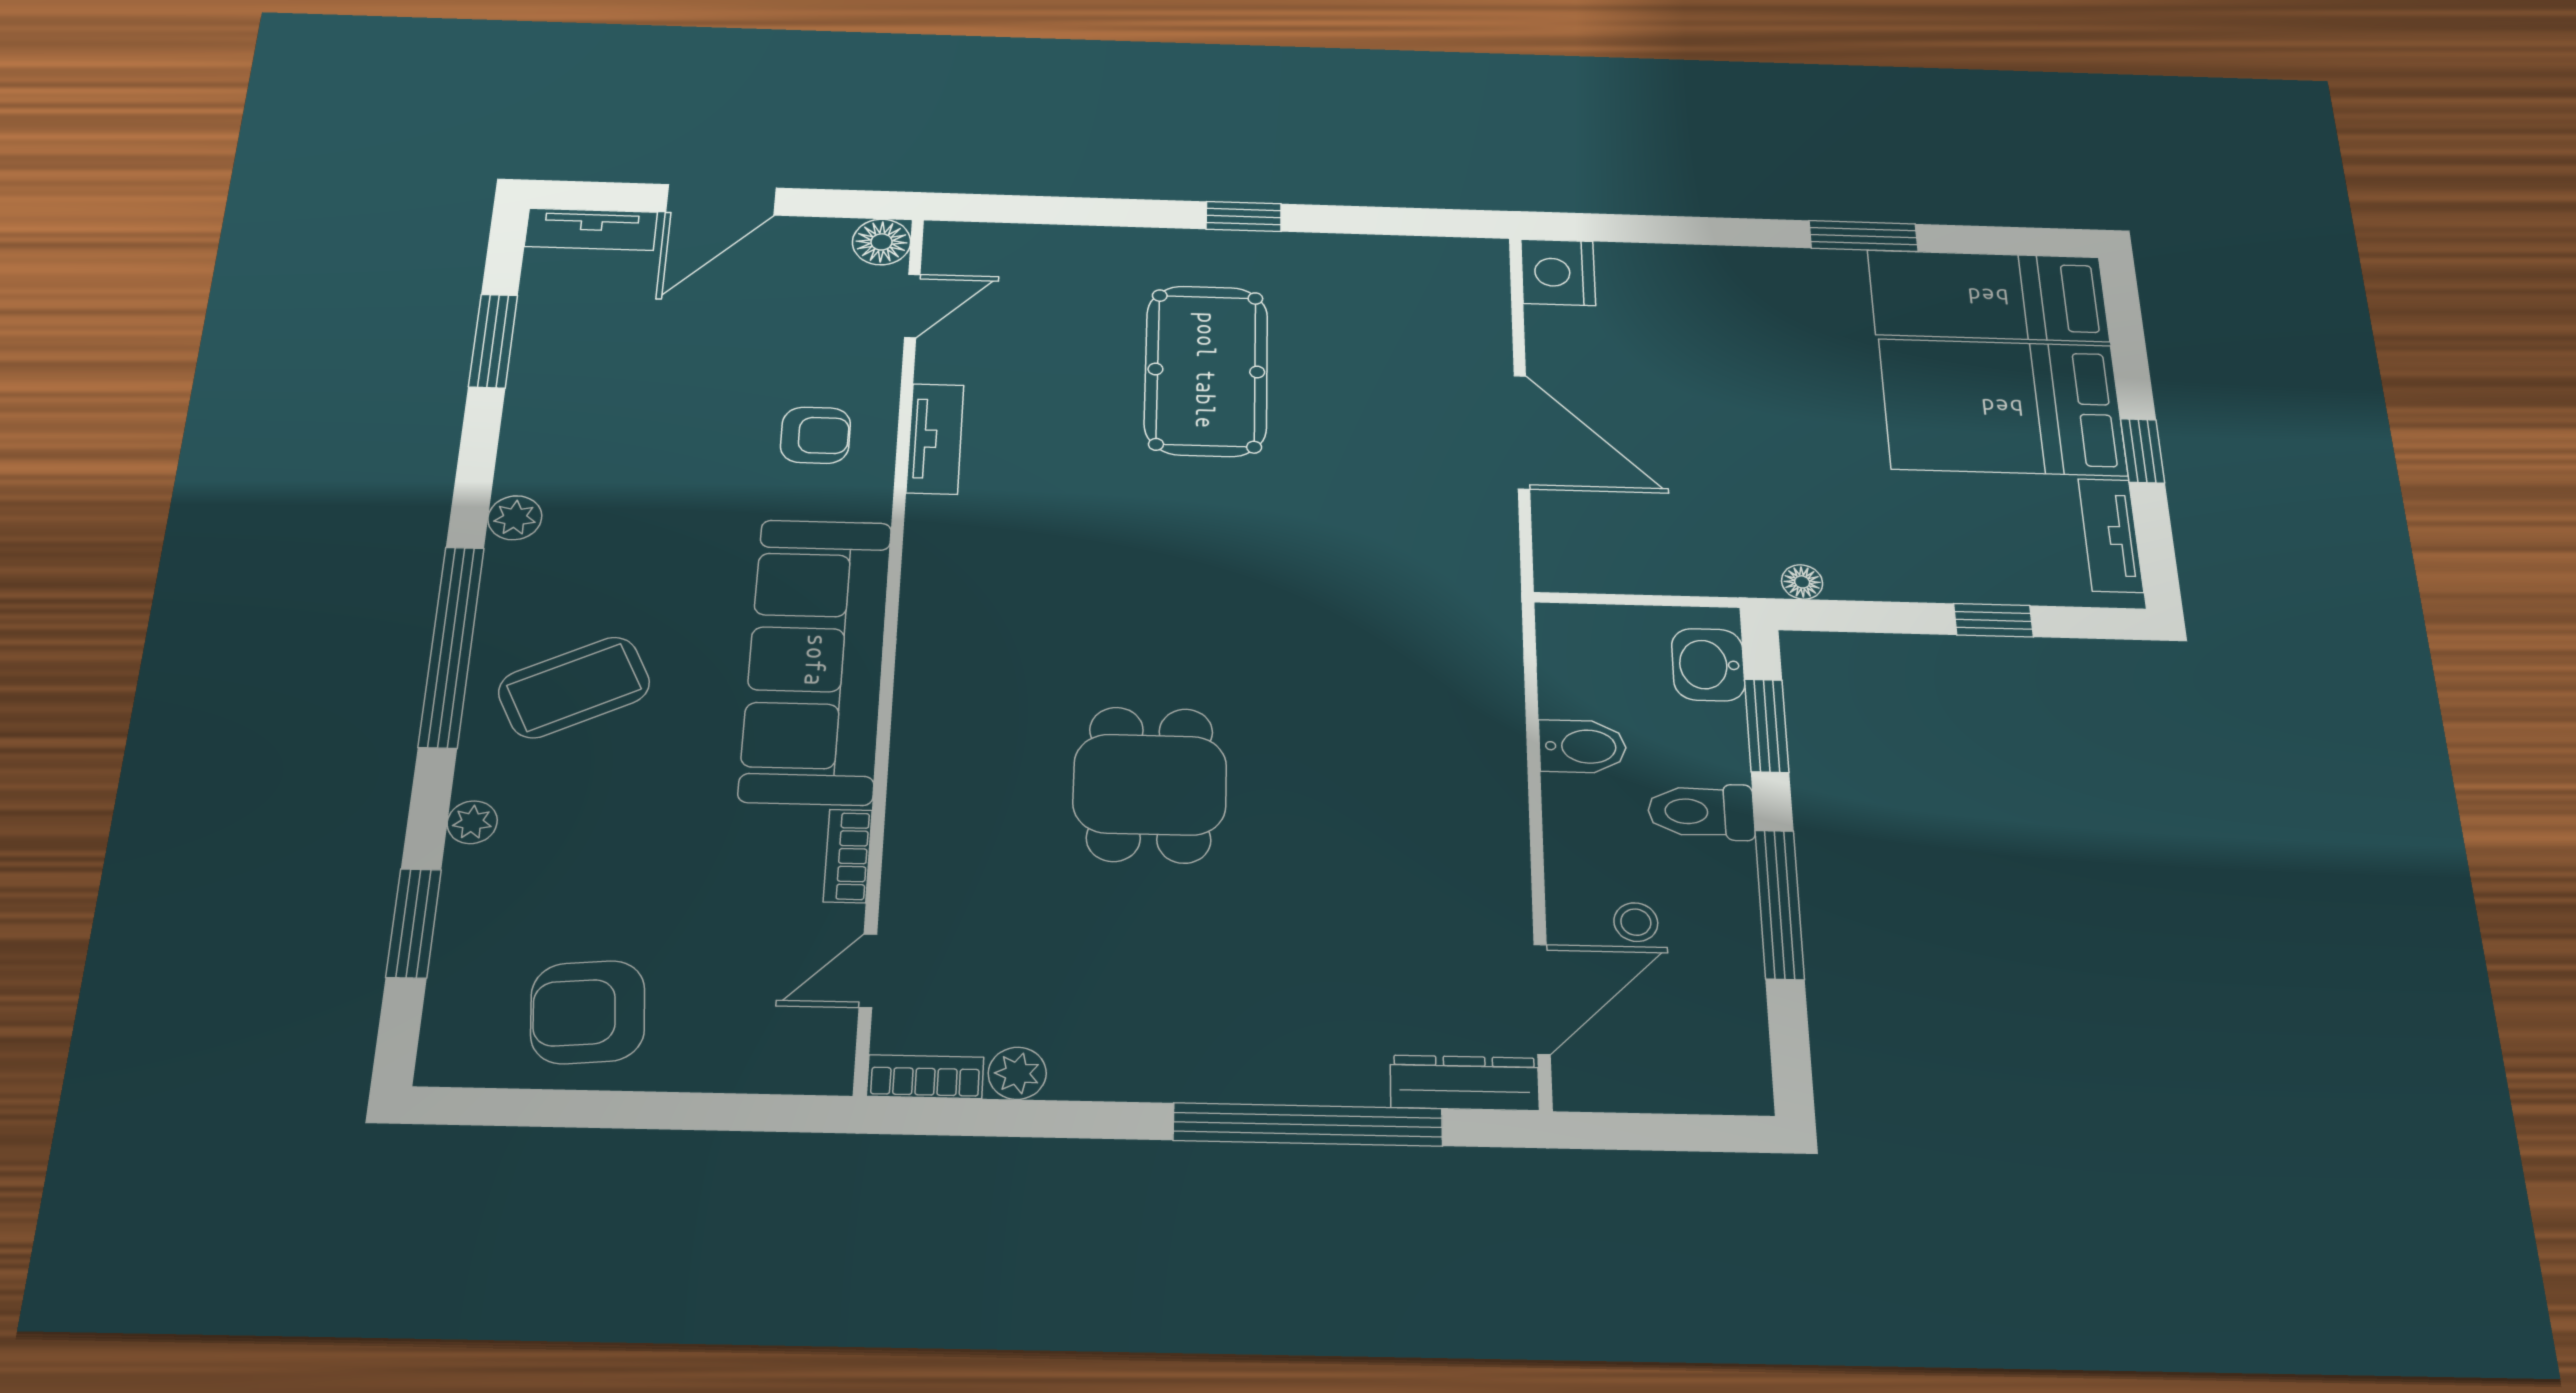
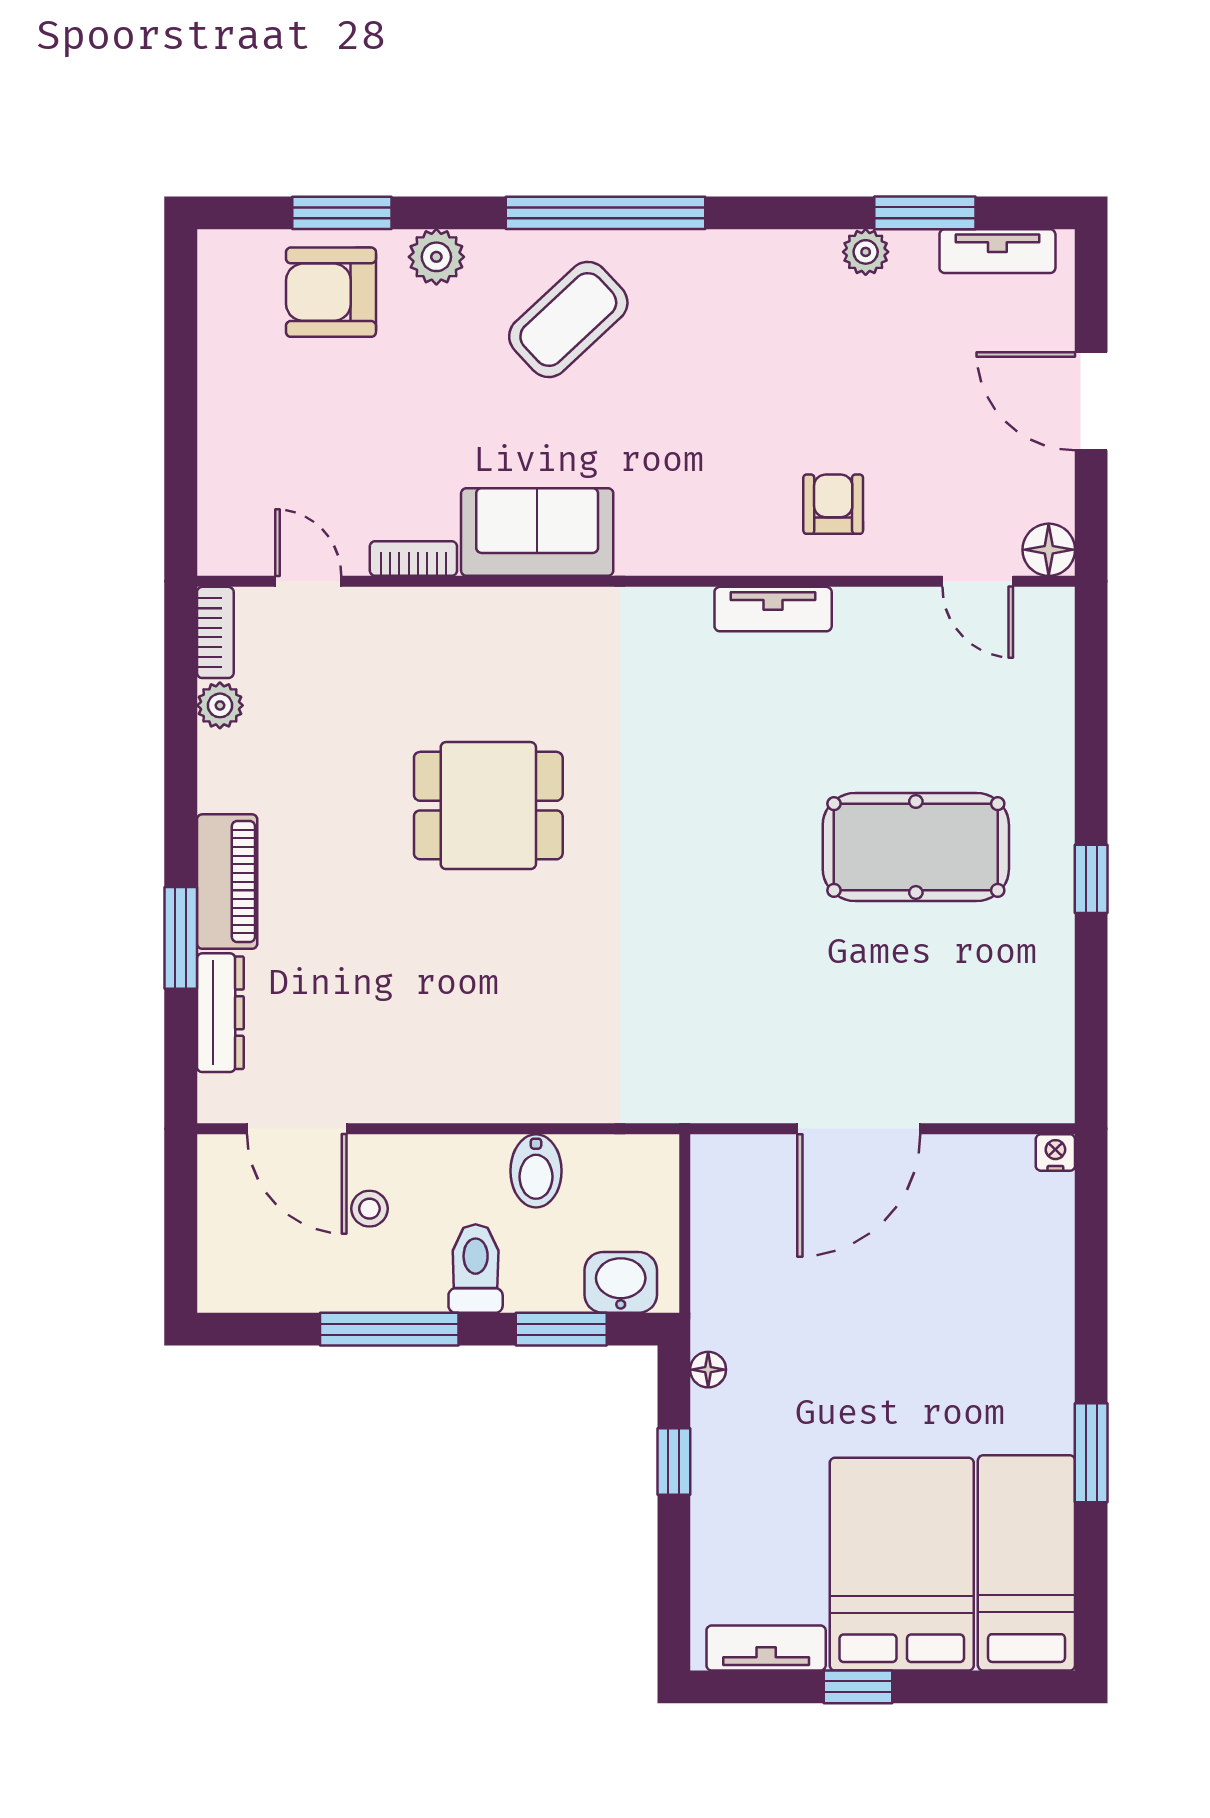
tv unit: (591, 229) -> (997, 251), moved, turned -90
nightstand: (1558, 272) -> (1055, 1153), width x0.53, depth x0.56
armchair: (815, 435) -> (833, 504), turned 180
tv unit: (935, 439) -> (773, 609), moved
plant: (515, 518) -> (866, 252), moved
window: (1993, 620) -> (674, 1461), moved
sofa: (816, 660) -> (537, 532), width x0.54, depth x0.79
coffee table: (574, 687) -> (568, 319), turned 73
plant: (472, 822) -> (436, 257), width x1.38, depth x1.38
armchair: (588, 1012) -> (331, 292), moved, turned -85
piano: (1238, 1070) -> (227, 882), added
dresser: (1465, 1083) -> (220, 1013), moved
window: (1308, 1125) -> (181, 938), width x0.47

